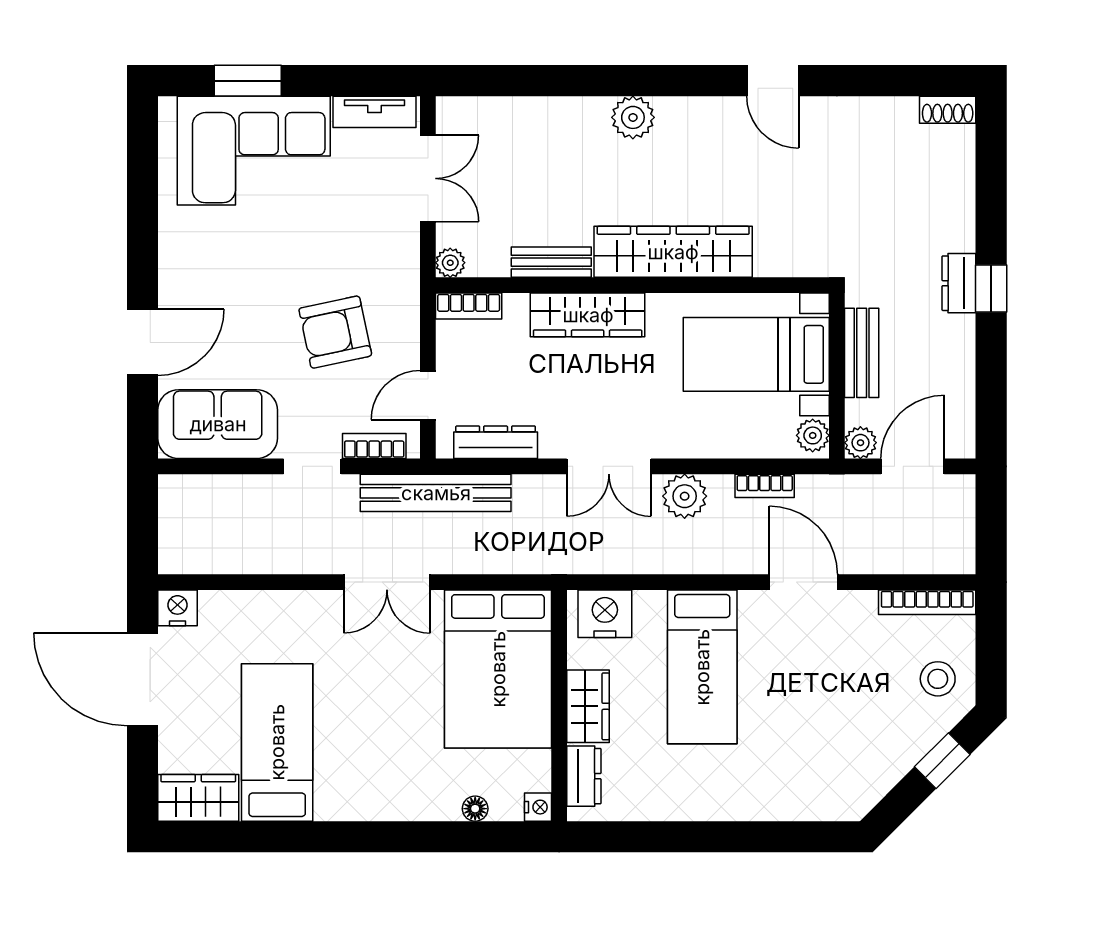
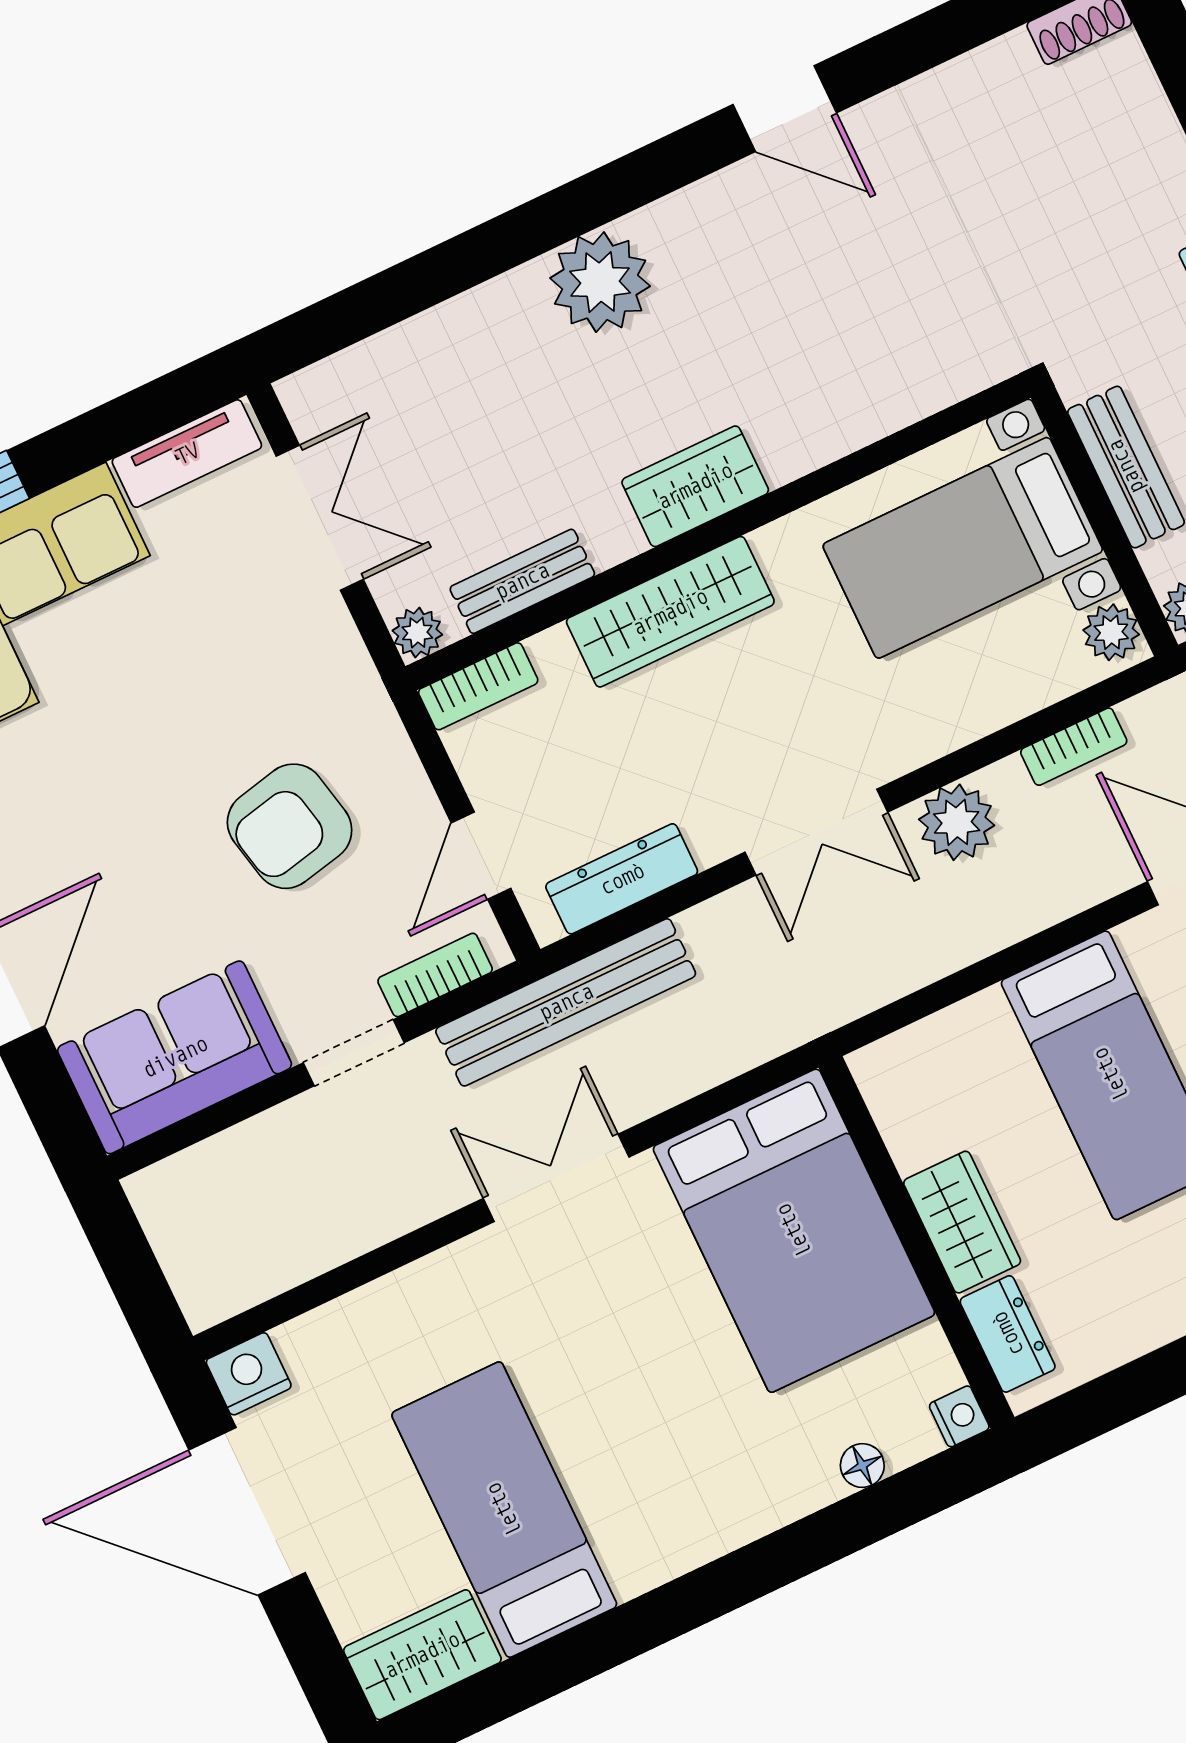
plant: (633, 117) -> (600, 282), width x1.36, depth x1.36
wardrobe: (673, 252) -> (695, 486), width x0.48, depth x0.85
bench: (551, 262) -> (522, 581), moved
double door: (387, 582) -> (556, 1178), swing flipped
nightstand: (605, 614) -> (920, 1065), removed

